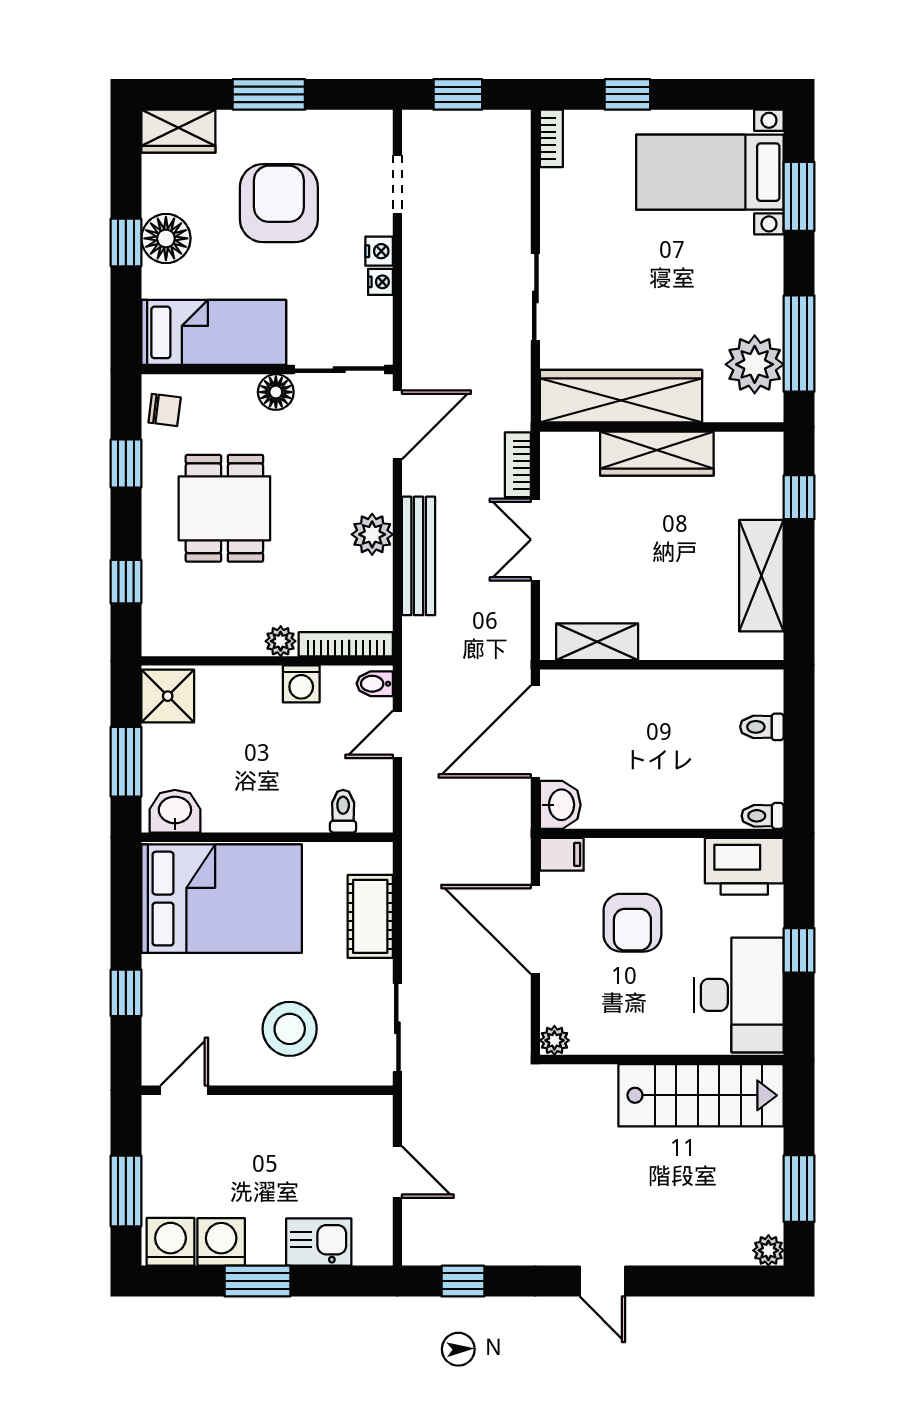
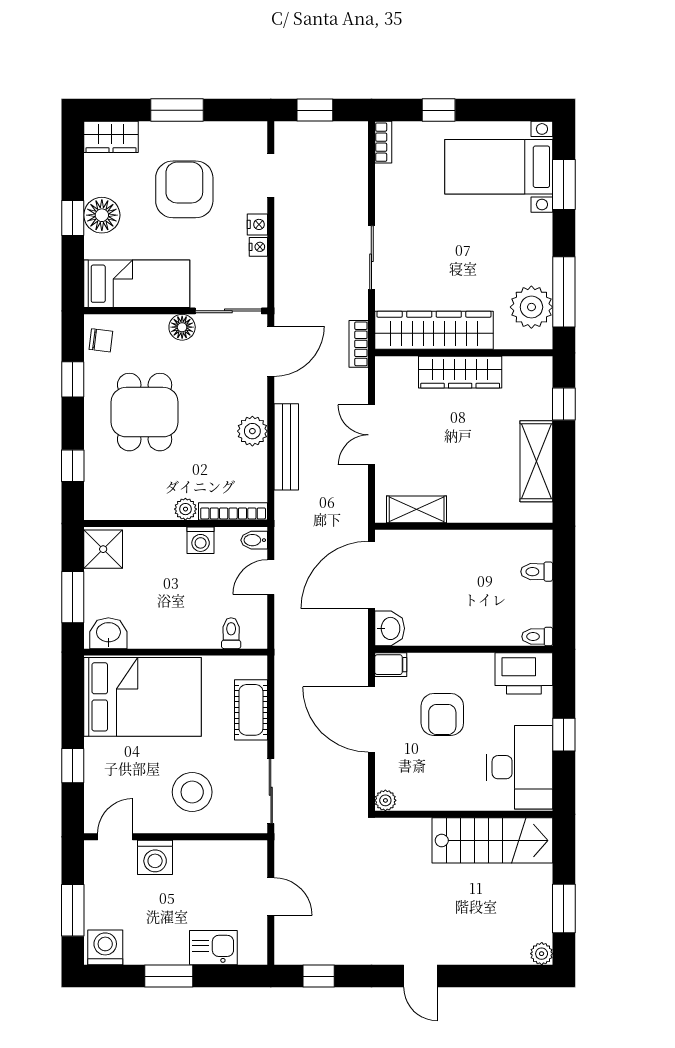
bookcase: (518, 465) -> (359, 344), moved
washing machine: (221, 1242) -> (155, 857), moved, turned 180

